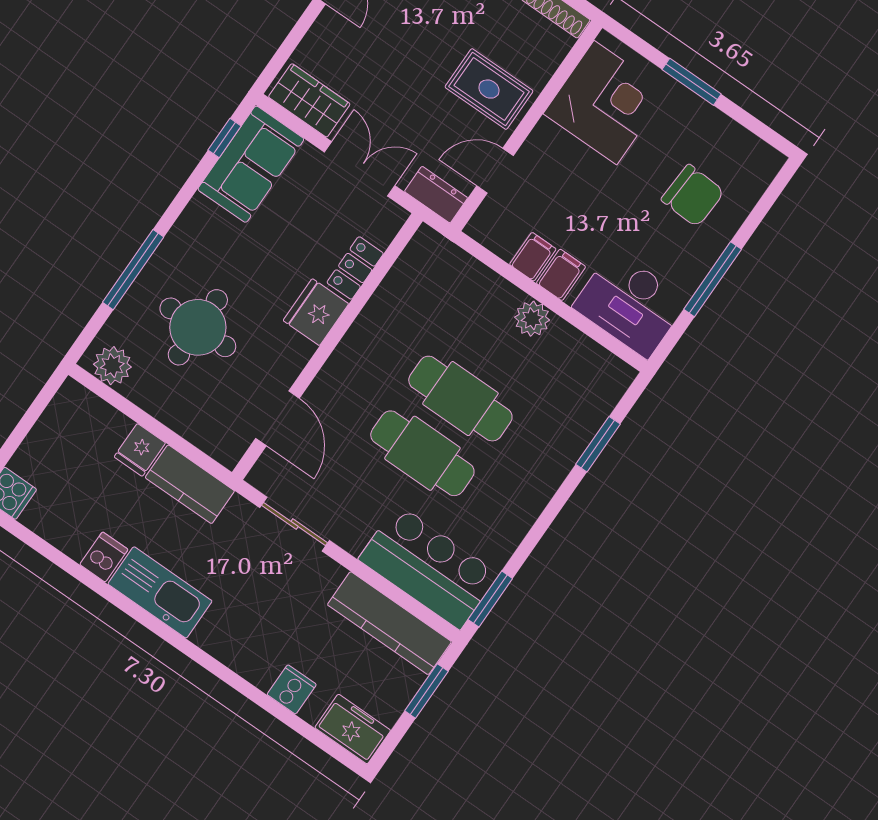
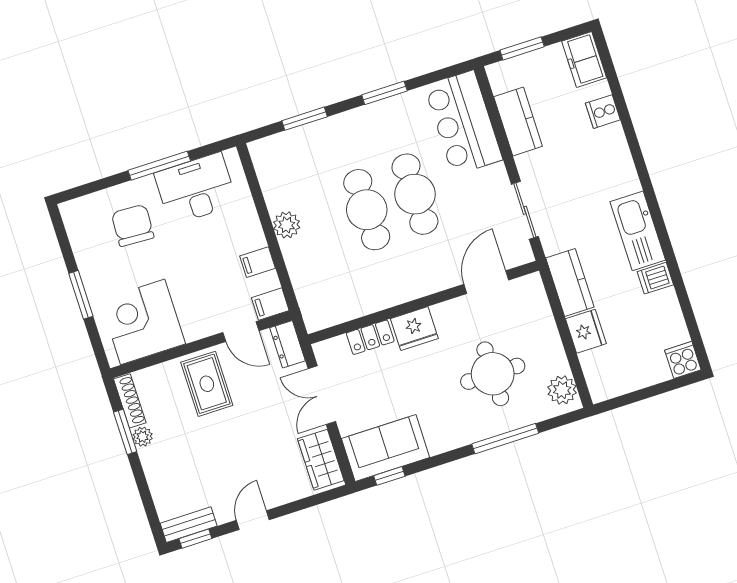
filing cabinet: (561, 275) -> (270, 304), moved
desk: (630, 304) -> (196, 189), moved, turned -90
fridge: (140, 450) -> (586, 331), width x1.38
window: (490, 599) -> (384, 93), moved
kitchen counter: (389, 623) -> (518, 121), width x0.67

